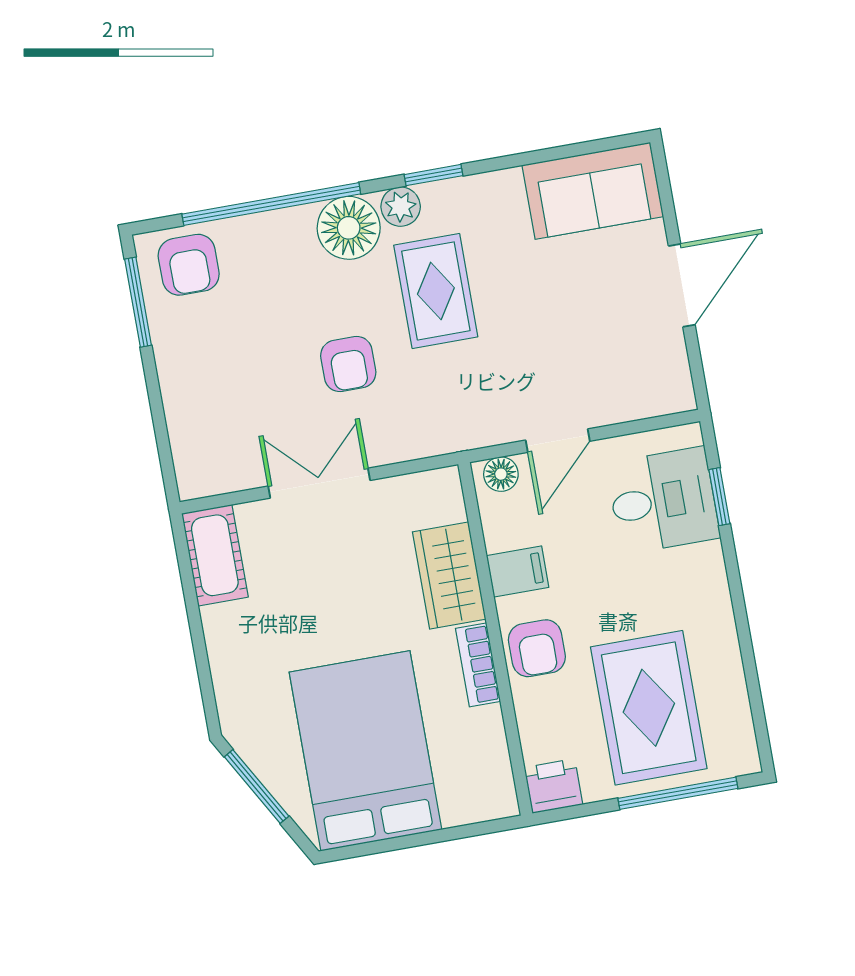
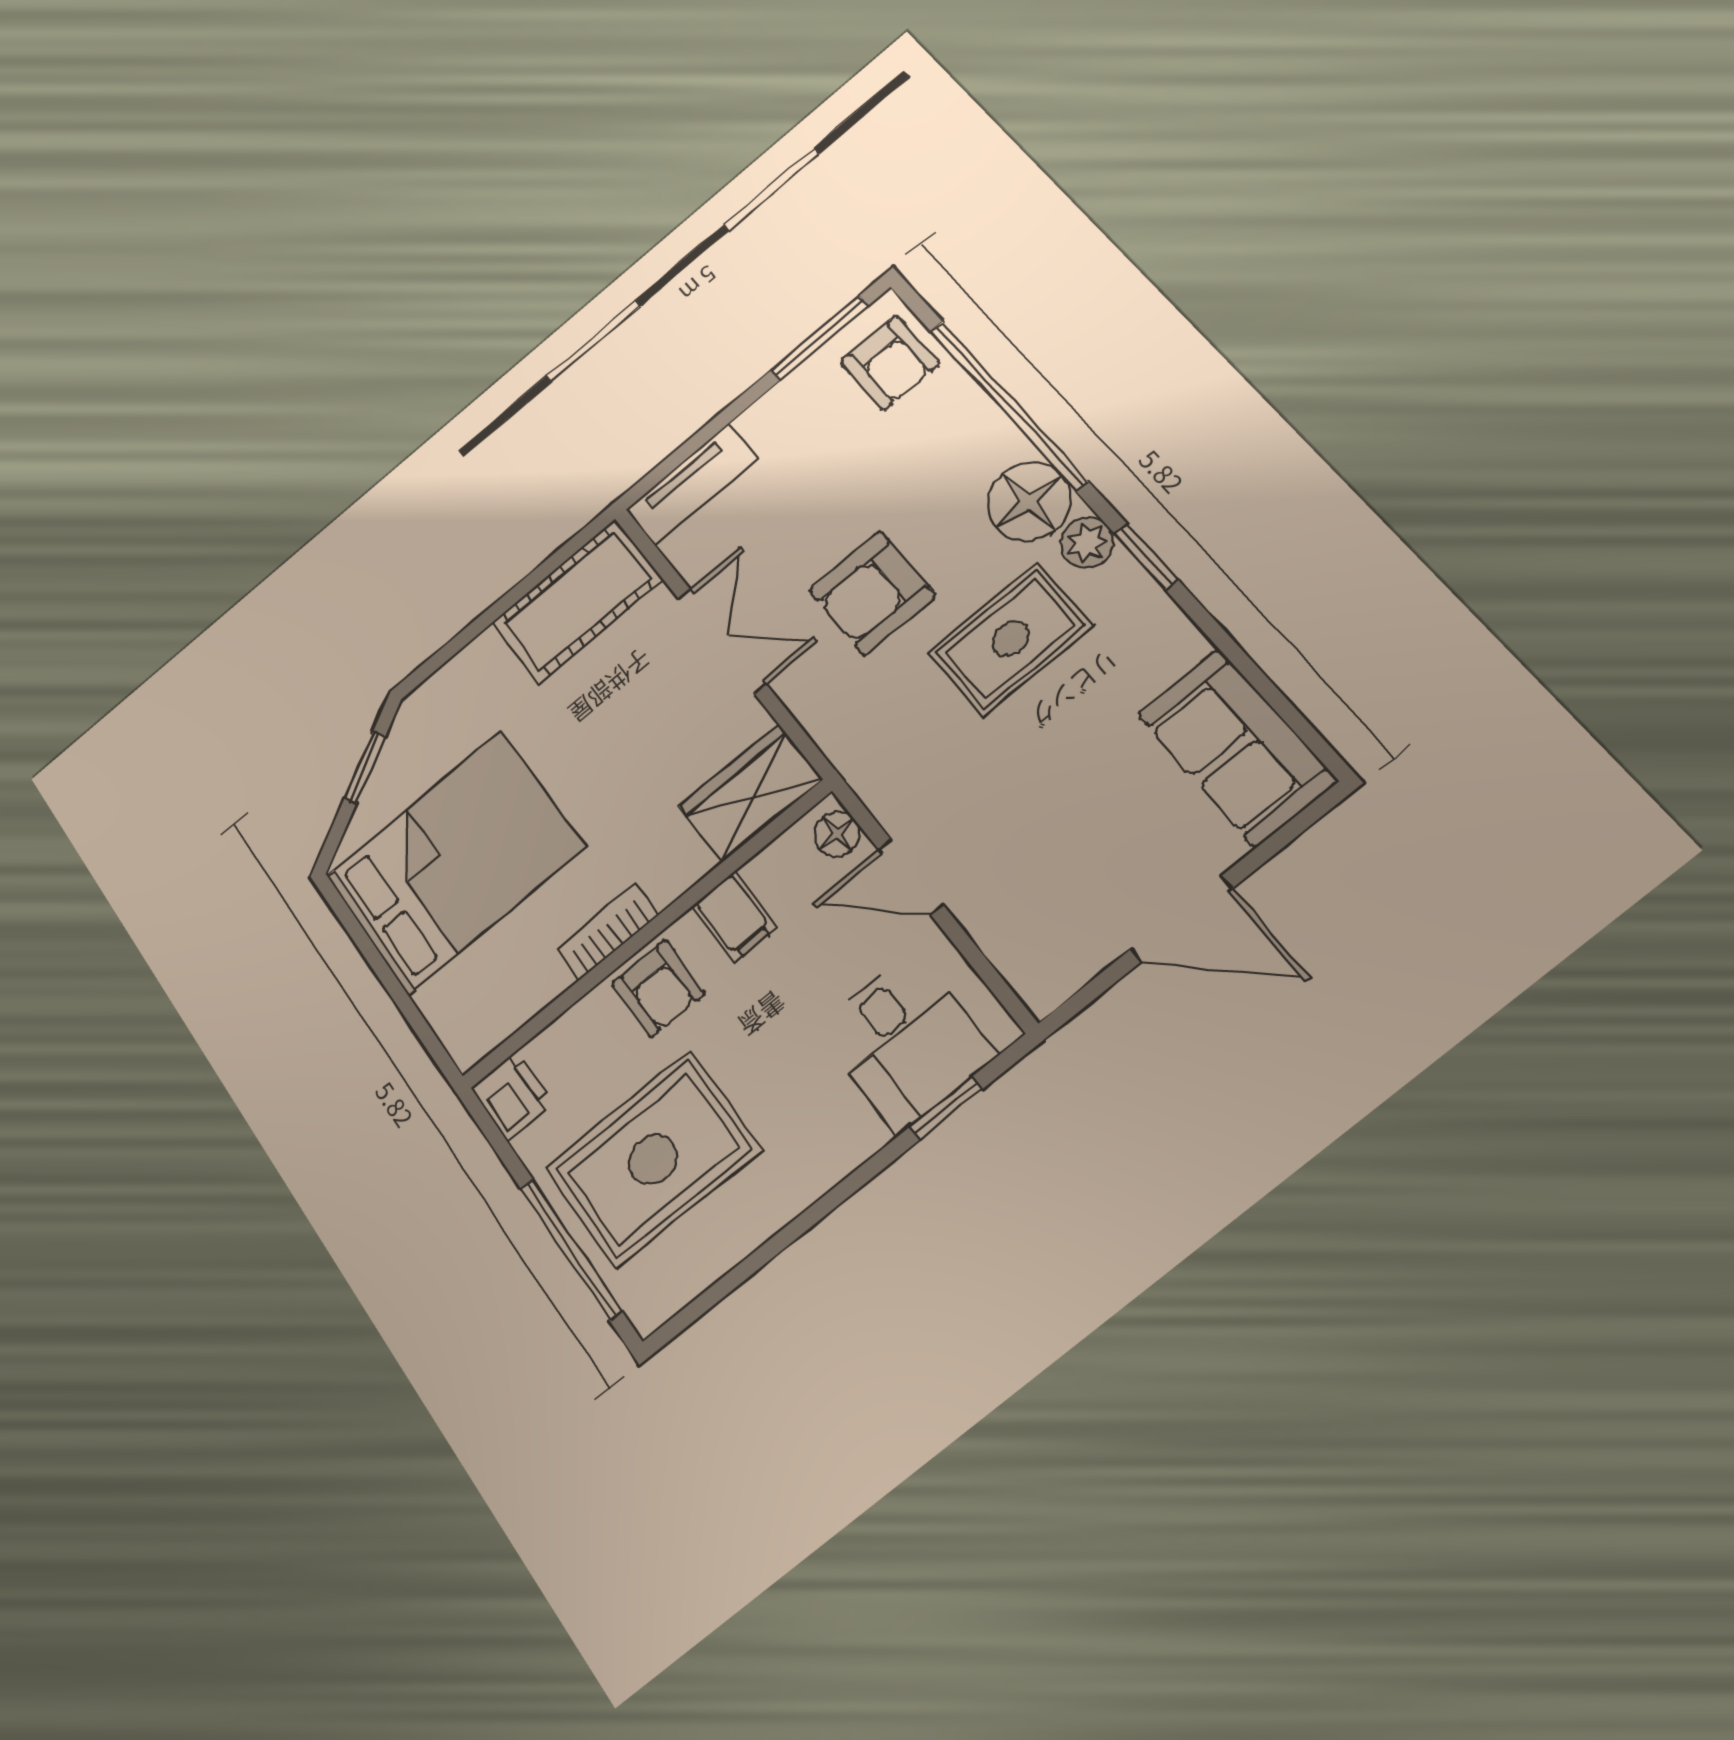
armchair: (189, 265) -> (890, 363), turned -90
armchair: (348, 364) -> (872, 593), width x1.38, depth x1.38
tv unit: (190, 447) -> (691, 484), added
cot: (215, 555) -> (577, 601), width x1.37, depth x1.34
wardrobe: (449, 575) -> (751, 793), moved
armchair: (537, 648) -> (658, 989), turned -90
window: (257, 786) -> (364, 768), width x0.67

